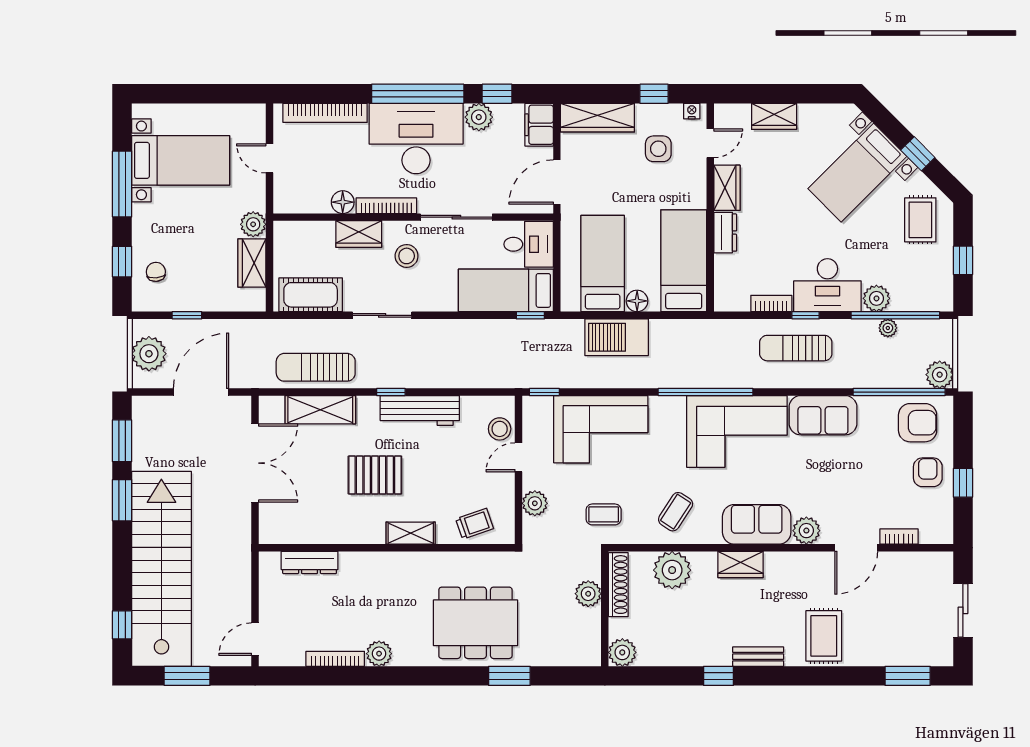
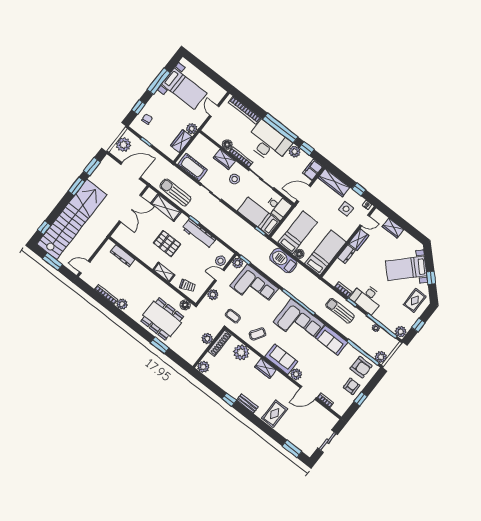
plant: (876, 298) -> (401, 332), moved
plant: (535, 408) -> (238, 263), added
floor lamp: (498, 563) -> (185, 305), added

